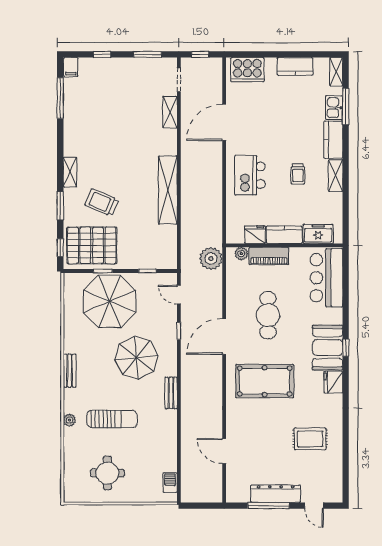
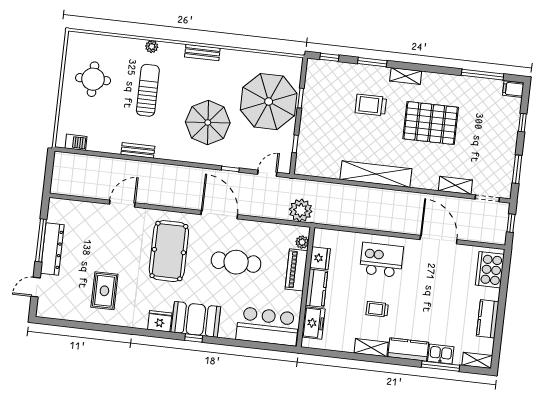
trolley: (102, 202) -> (371, 105), turned -113
pallet: (92, 245) -> (431, 123), moved, turned 90
bench: (171, 393) -> (138, 150), moved
sun lounger: (112, 419) -> (148, 90), turned 180
door: (224, 451) -> (122, 204), moved

